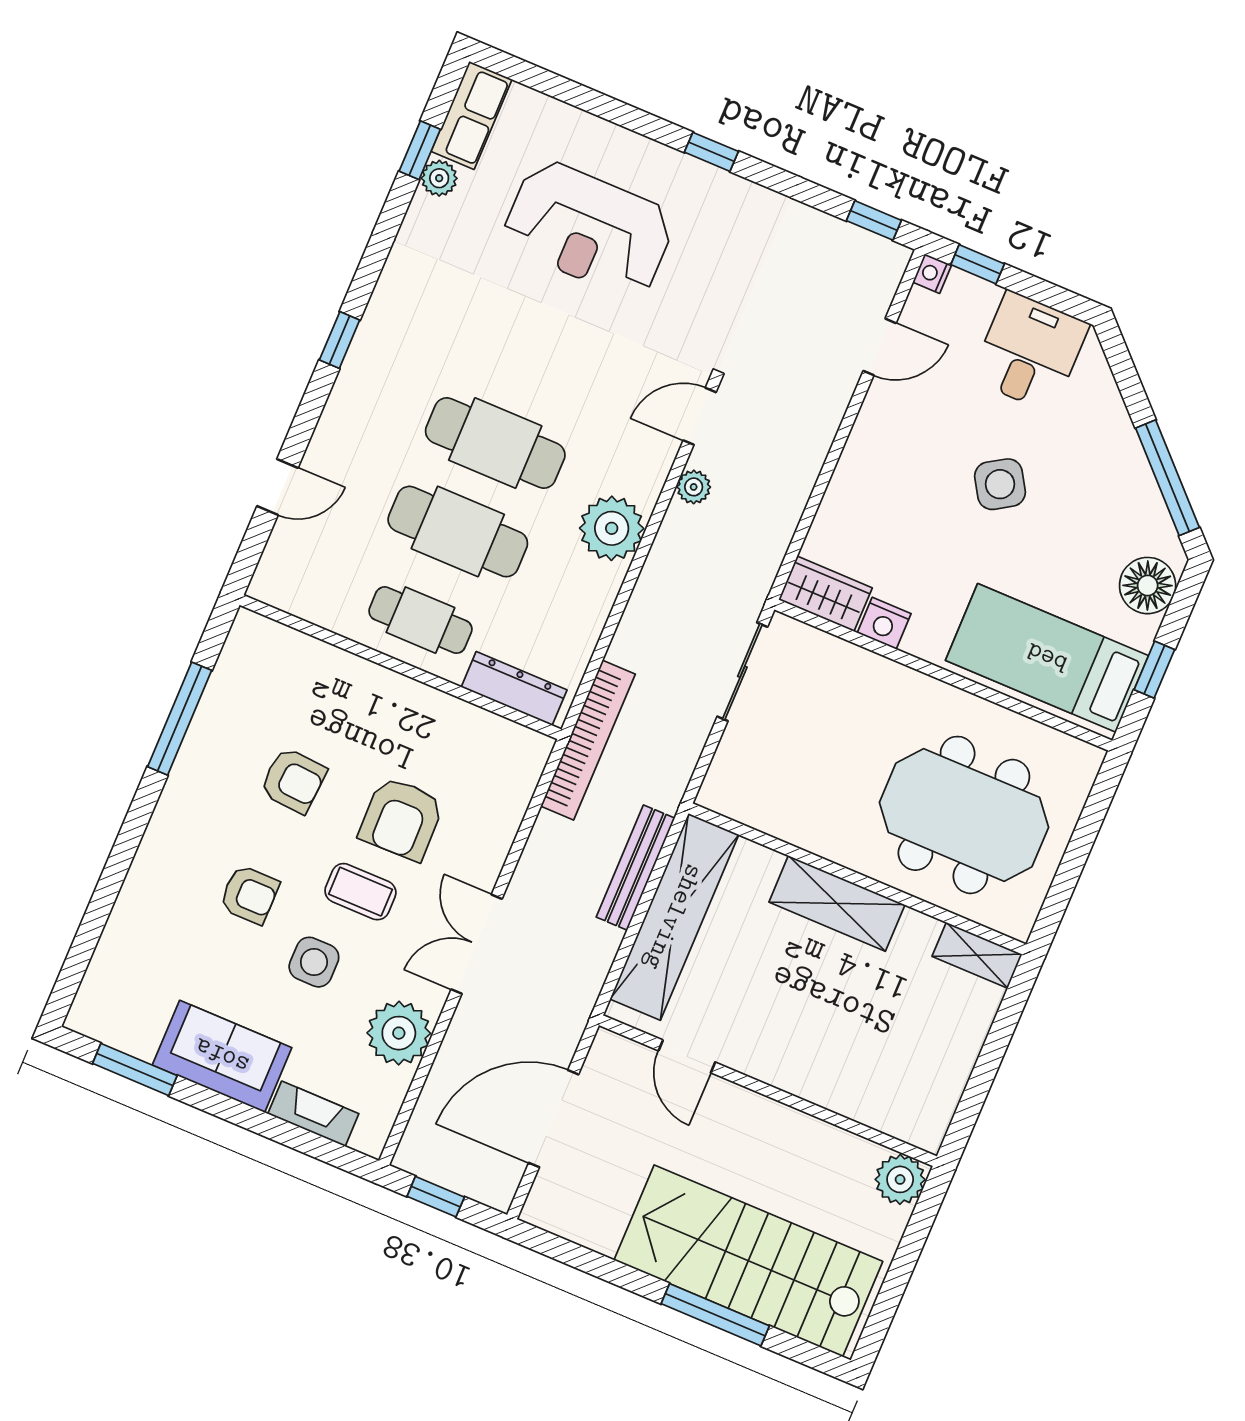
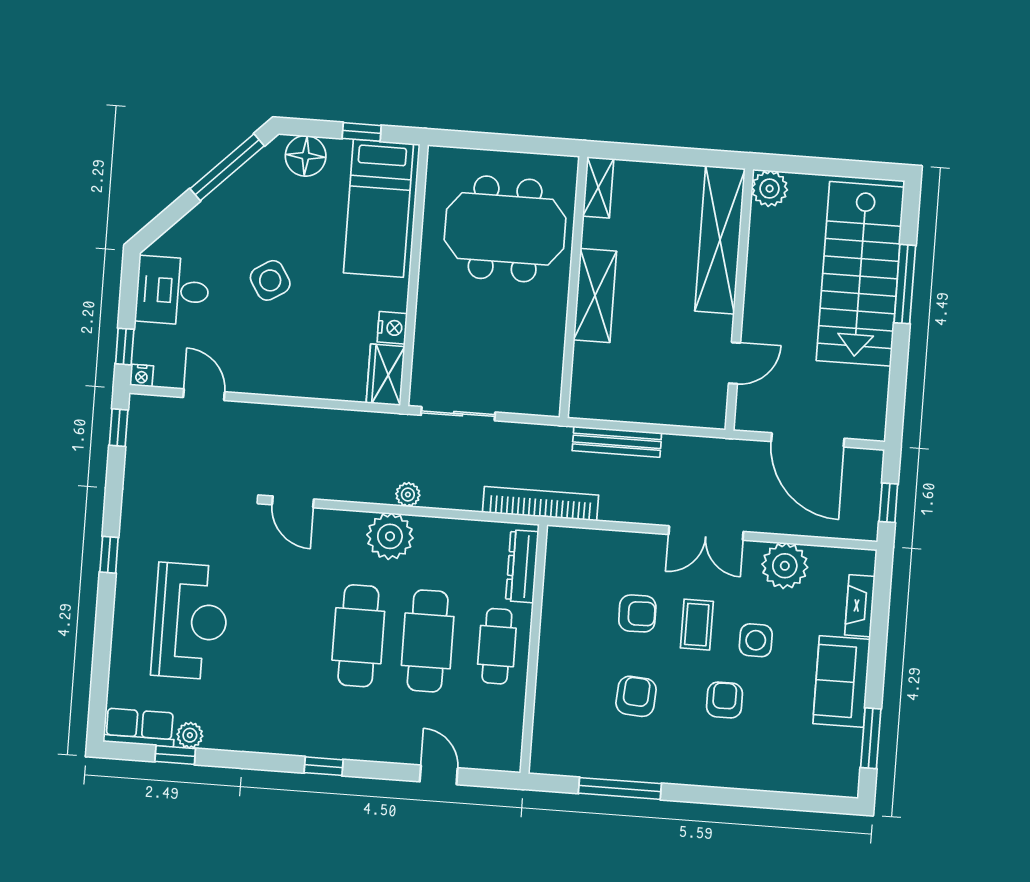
plant: (694, 487) -> (408, 495), moved
meeting table: (964, 815) -> (505, 229), turned 90
armchair: (401, 819) -> (637, 613), width x0.72, depth x0.72
shelving: (674, 917) -> (720, 240), moved, turned 90

